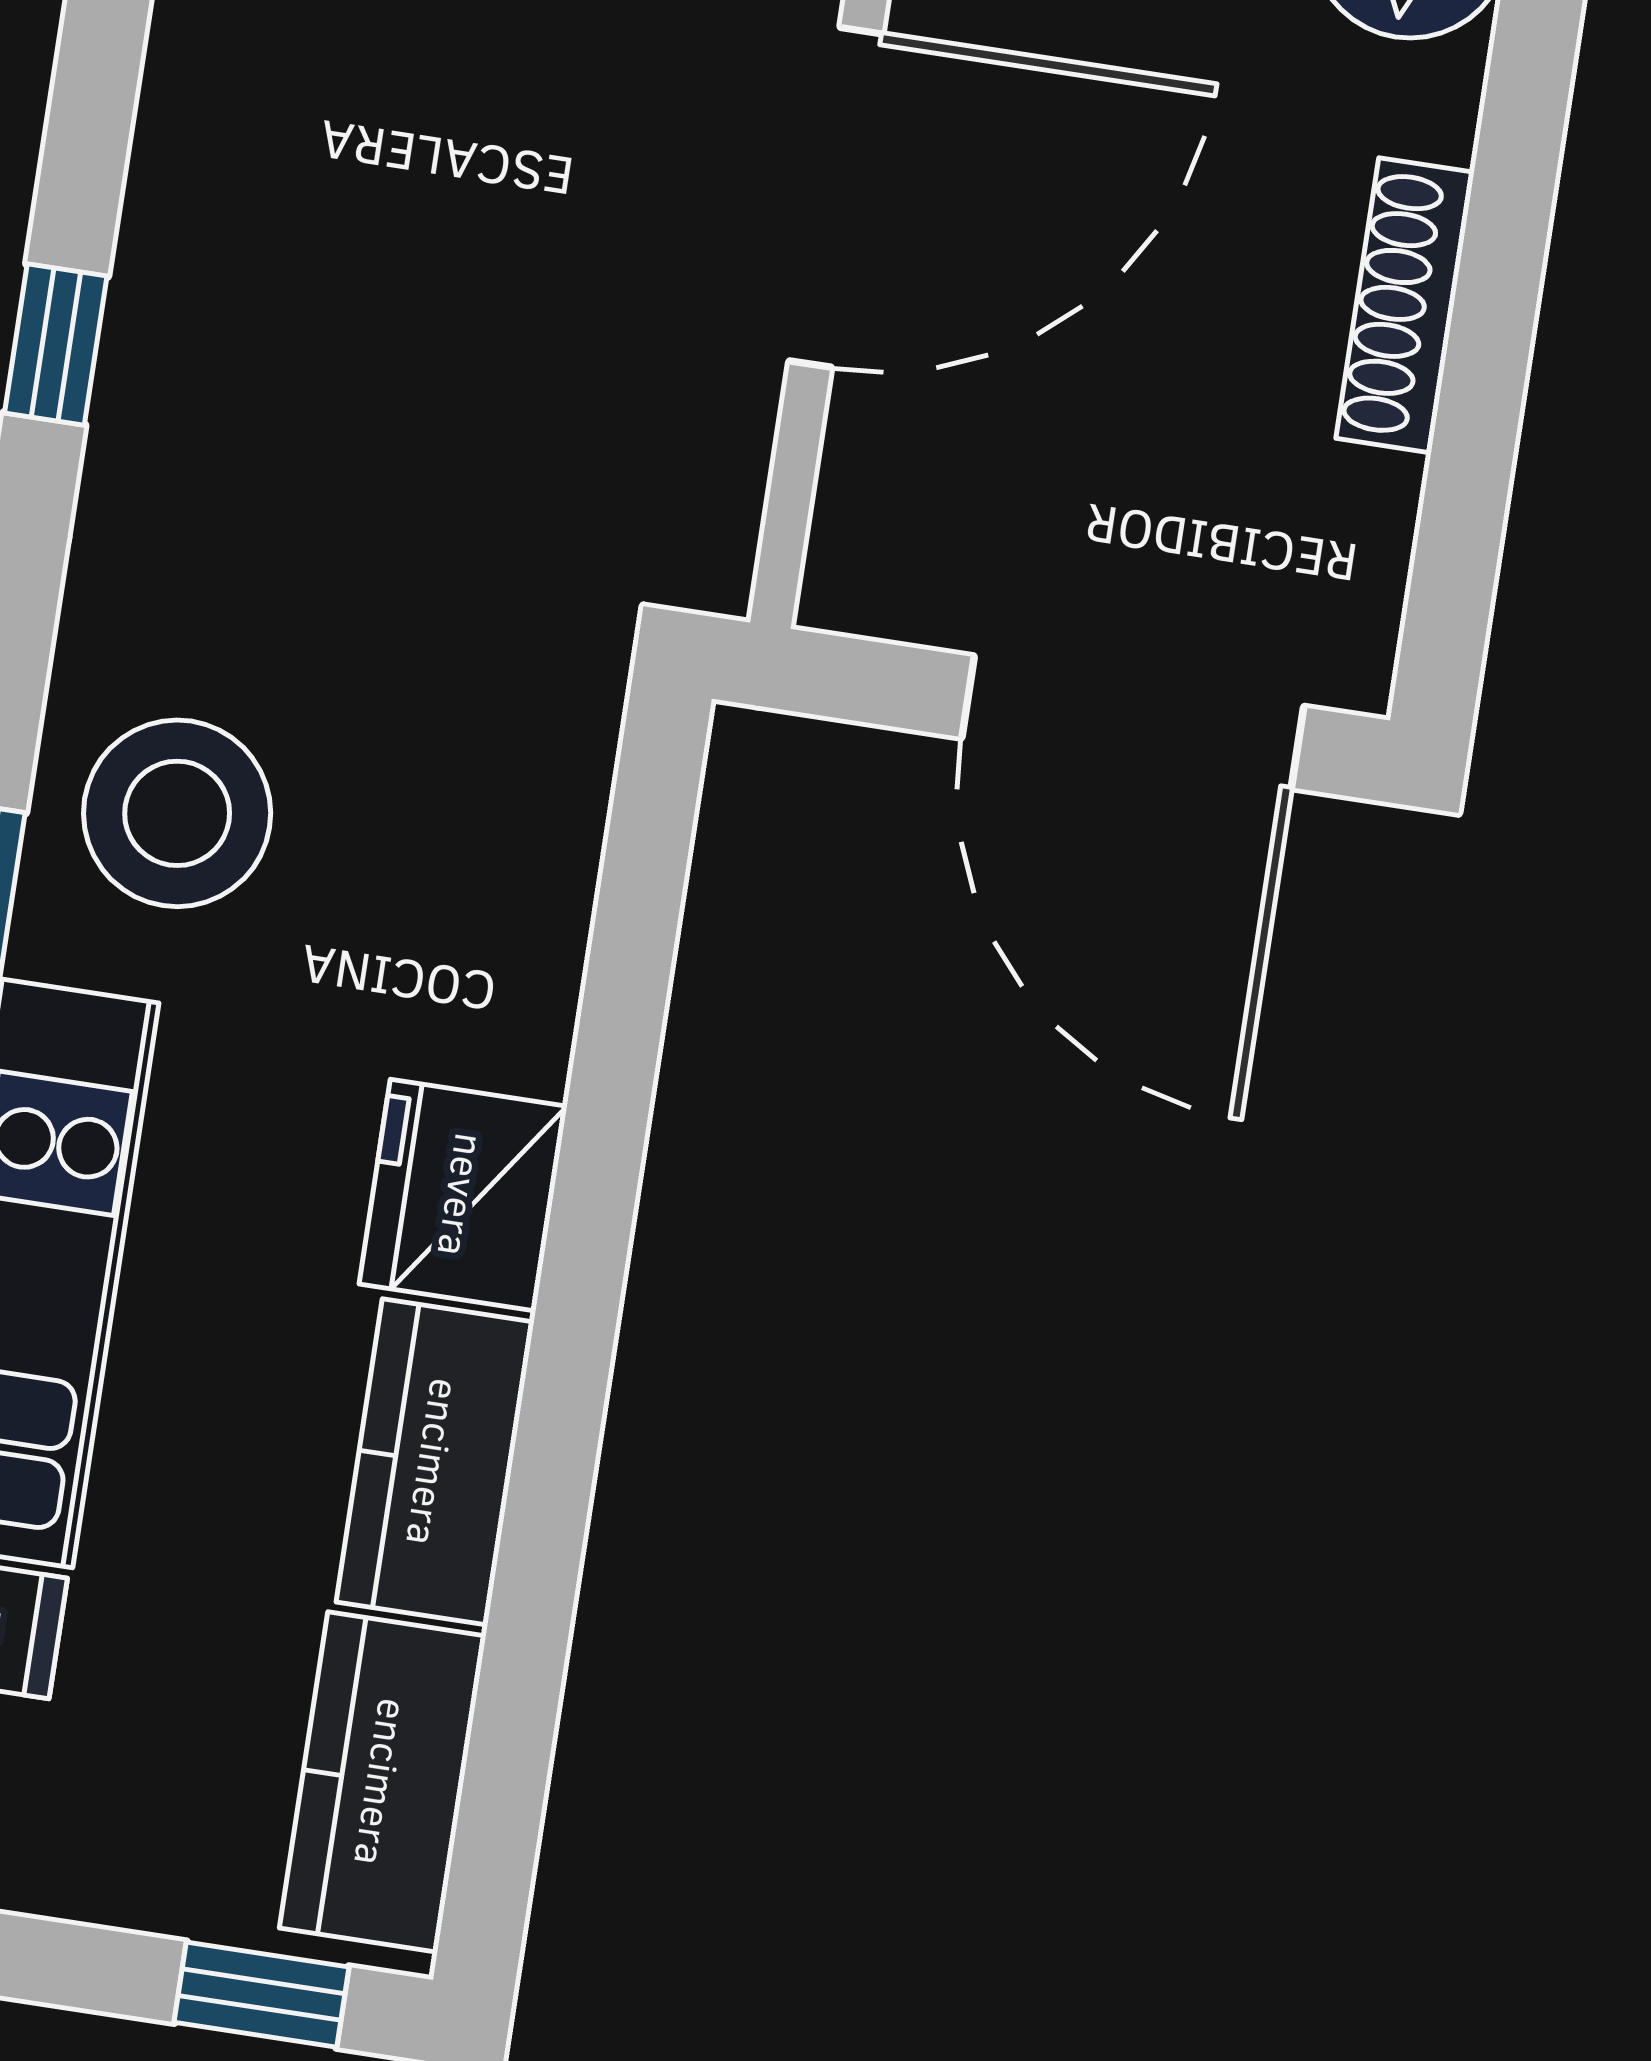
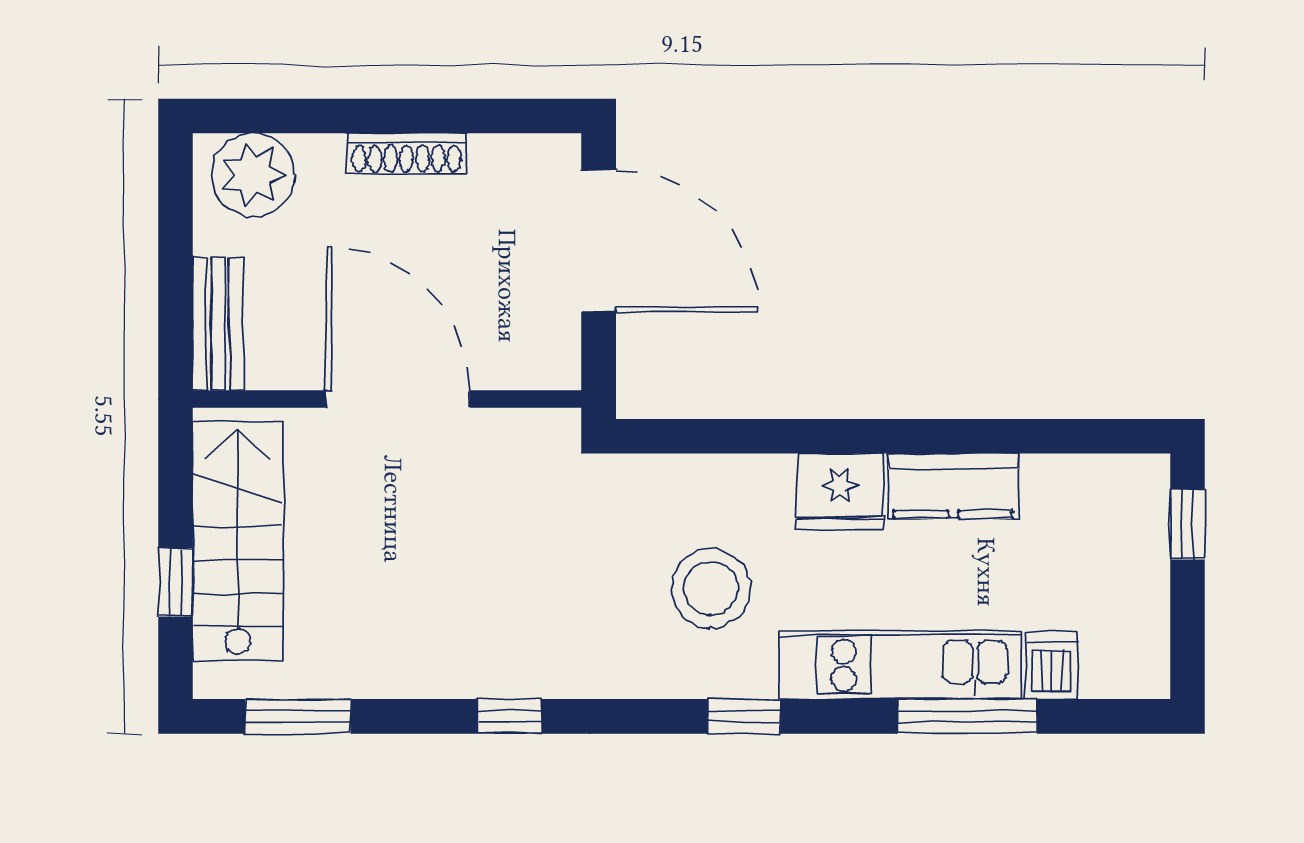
door: (1133, 722) -> (599, 241), hinge flipped
stool: (177, 813) -> (711, 589), moved
kitchen counter: (383, 1782) -> (1091, 487), removed

